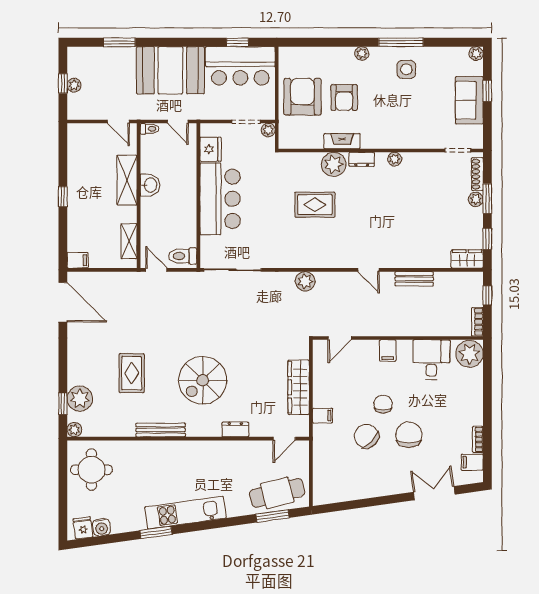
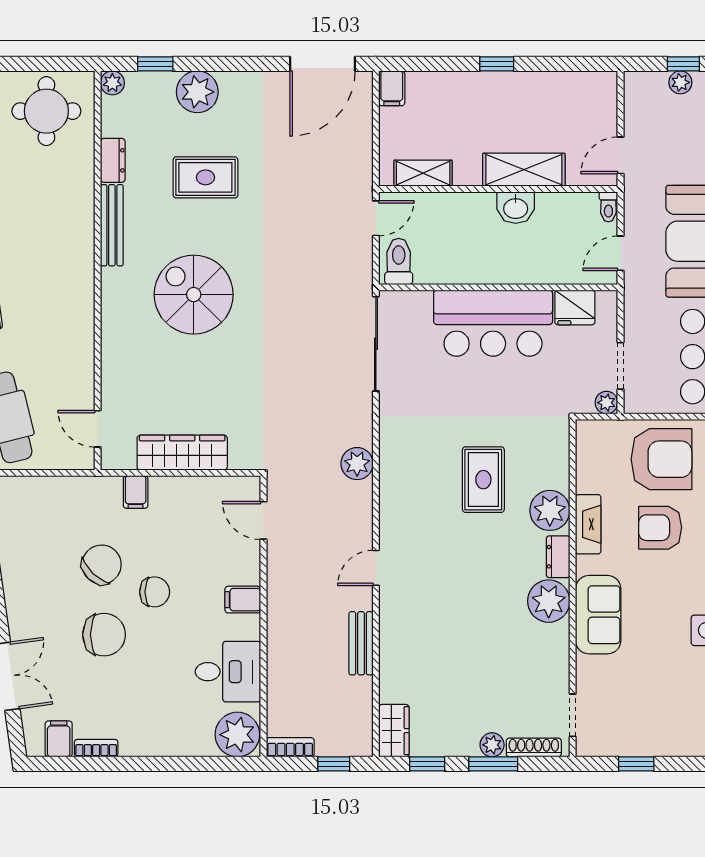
window: (487, 91) -> (636, 764), moved
sofa: (469, 100) -> (598, 615), moved, turned 90
plant: (395, 159) -> (549, 601), width x1.88, depth x1.88
plant: (80, 399) -> (197, 92), moved
dresser: (235, 429) -> (113, 160), moved

